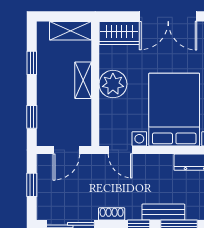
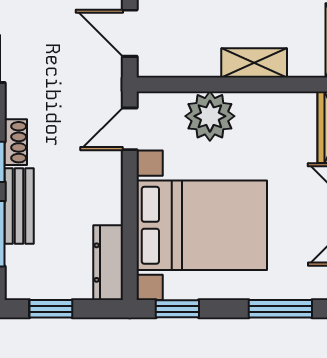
plant: (113, 84) -> (210, 116), moved
shoe rack: (112, 214) -> (16, 142), moved

